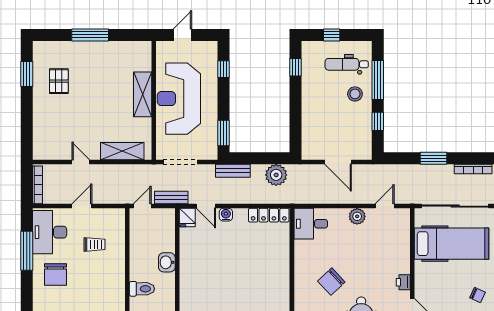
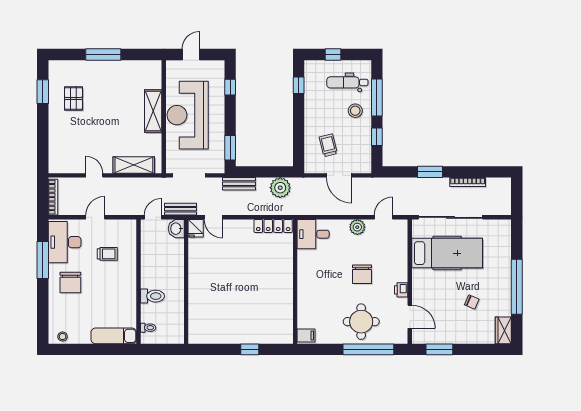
trolley: (327, 130) -> (328, 145), added
water cooler: (226, 215) -> (232, 226), removed
washbasin: (167, 262) -> (176, 229), moved
chair: (331, 282) -> (362, 274), moved, turned -47

